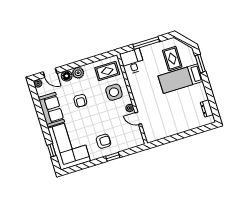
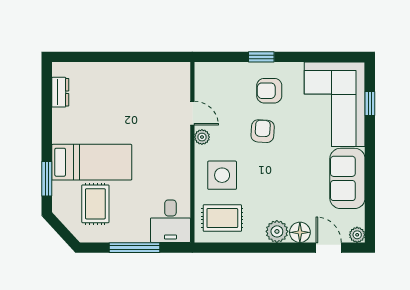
armchair: (80, 101) -> (263, 131), moved

